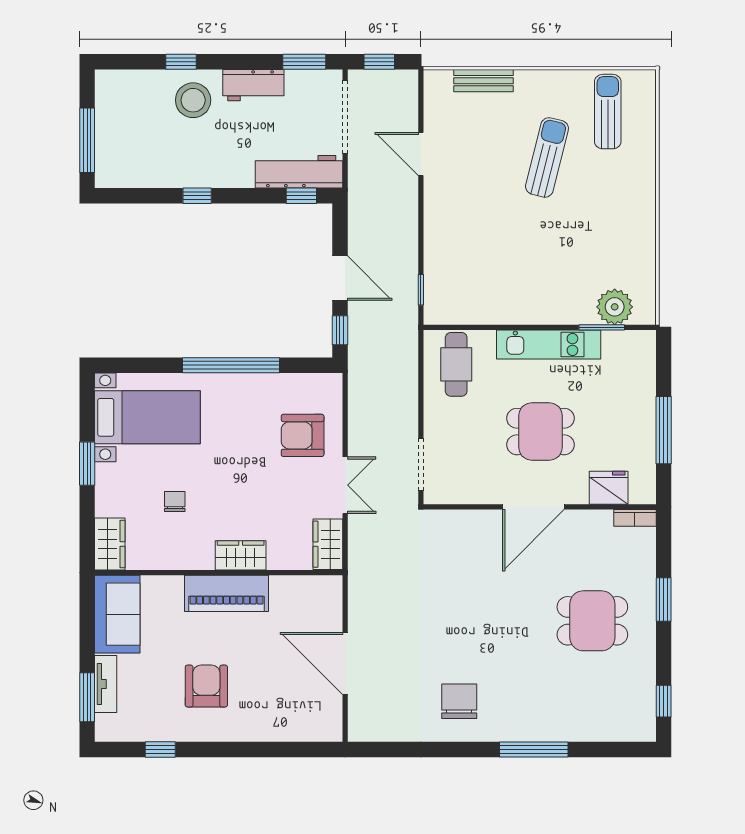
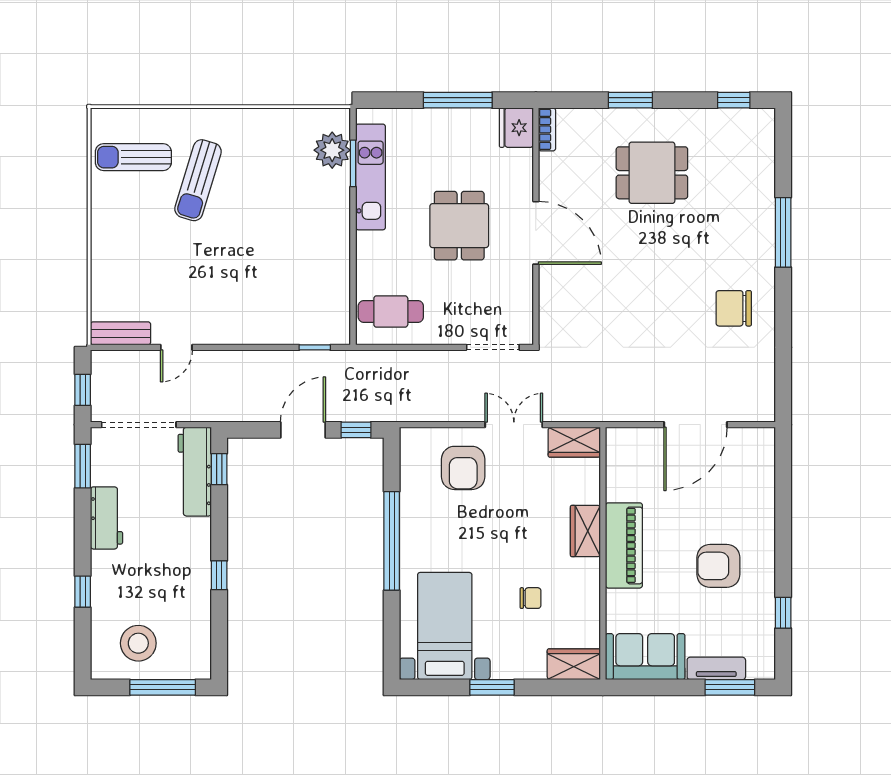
bench: (483, 81) -> (121, 333), moved, turned 90
stool: (193, 100) -> (138, 643), moved
door: (421, 154) -> (176, 347), width x0.73
sun lounger: (547, 157) -> (198, 180), moved, turned -87
kitchen unit: (549, 344) -> (371, 177), moved
fridge: (609, 488) -> (516, 128), moved
chair: (175, 502) -> (530, 598), turned 180
dining table: (592, 621) -> (652, 173), turned 90

